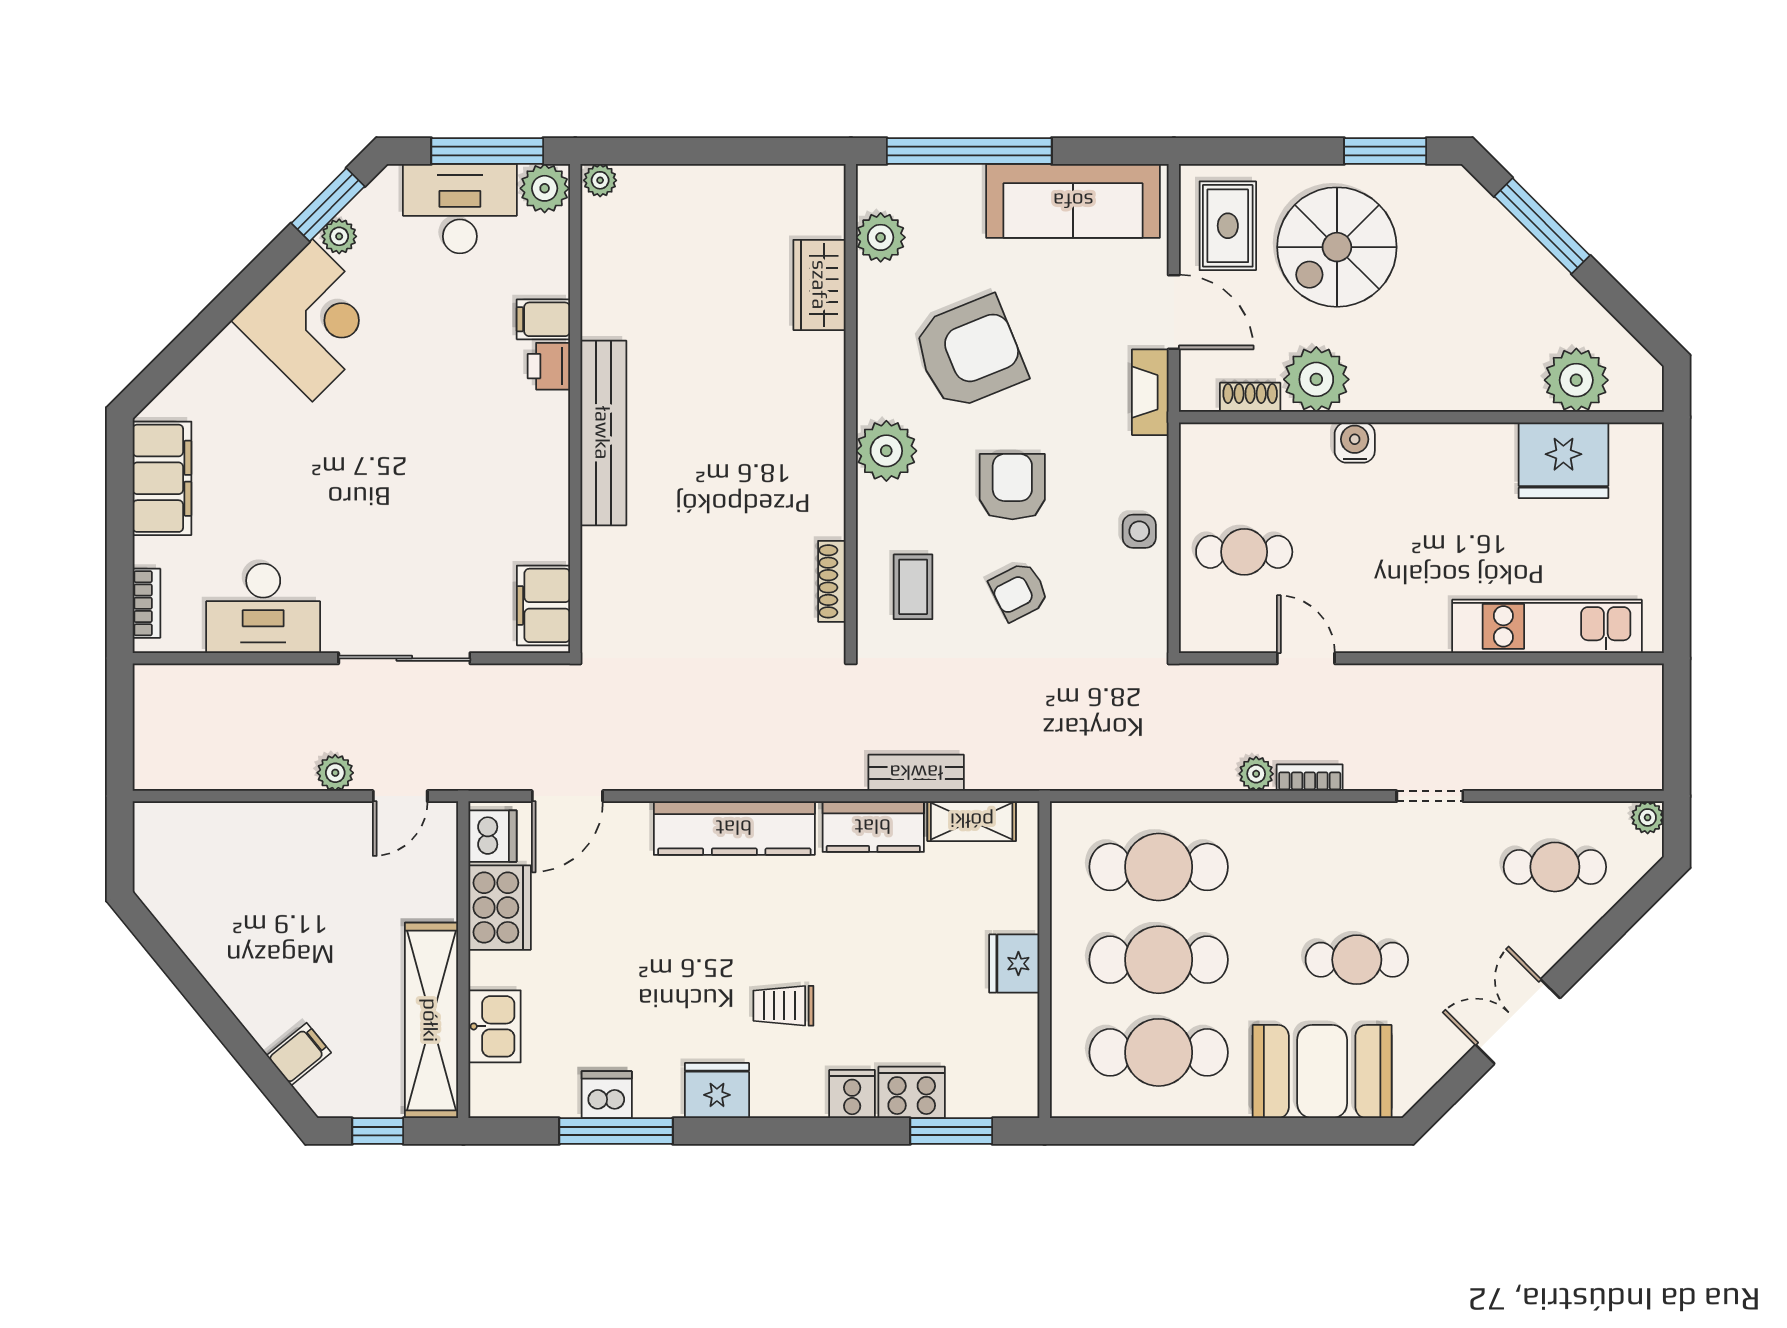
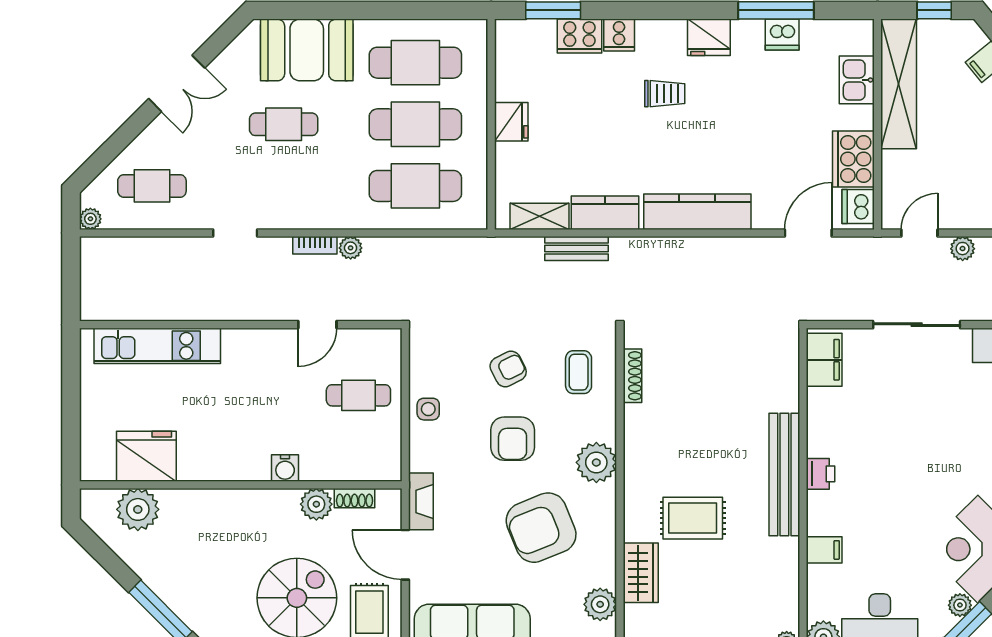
printer: (549, 366) -> (821, 474), moved
rug: (741, 367) -> (693, 518), added
plant: (1316, 379) -> (316, 504), width x0.73, depth x0.73
door: (1306, 658) -> (317, 325), hinge flipped

